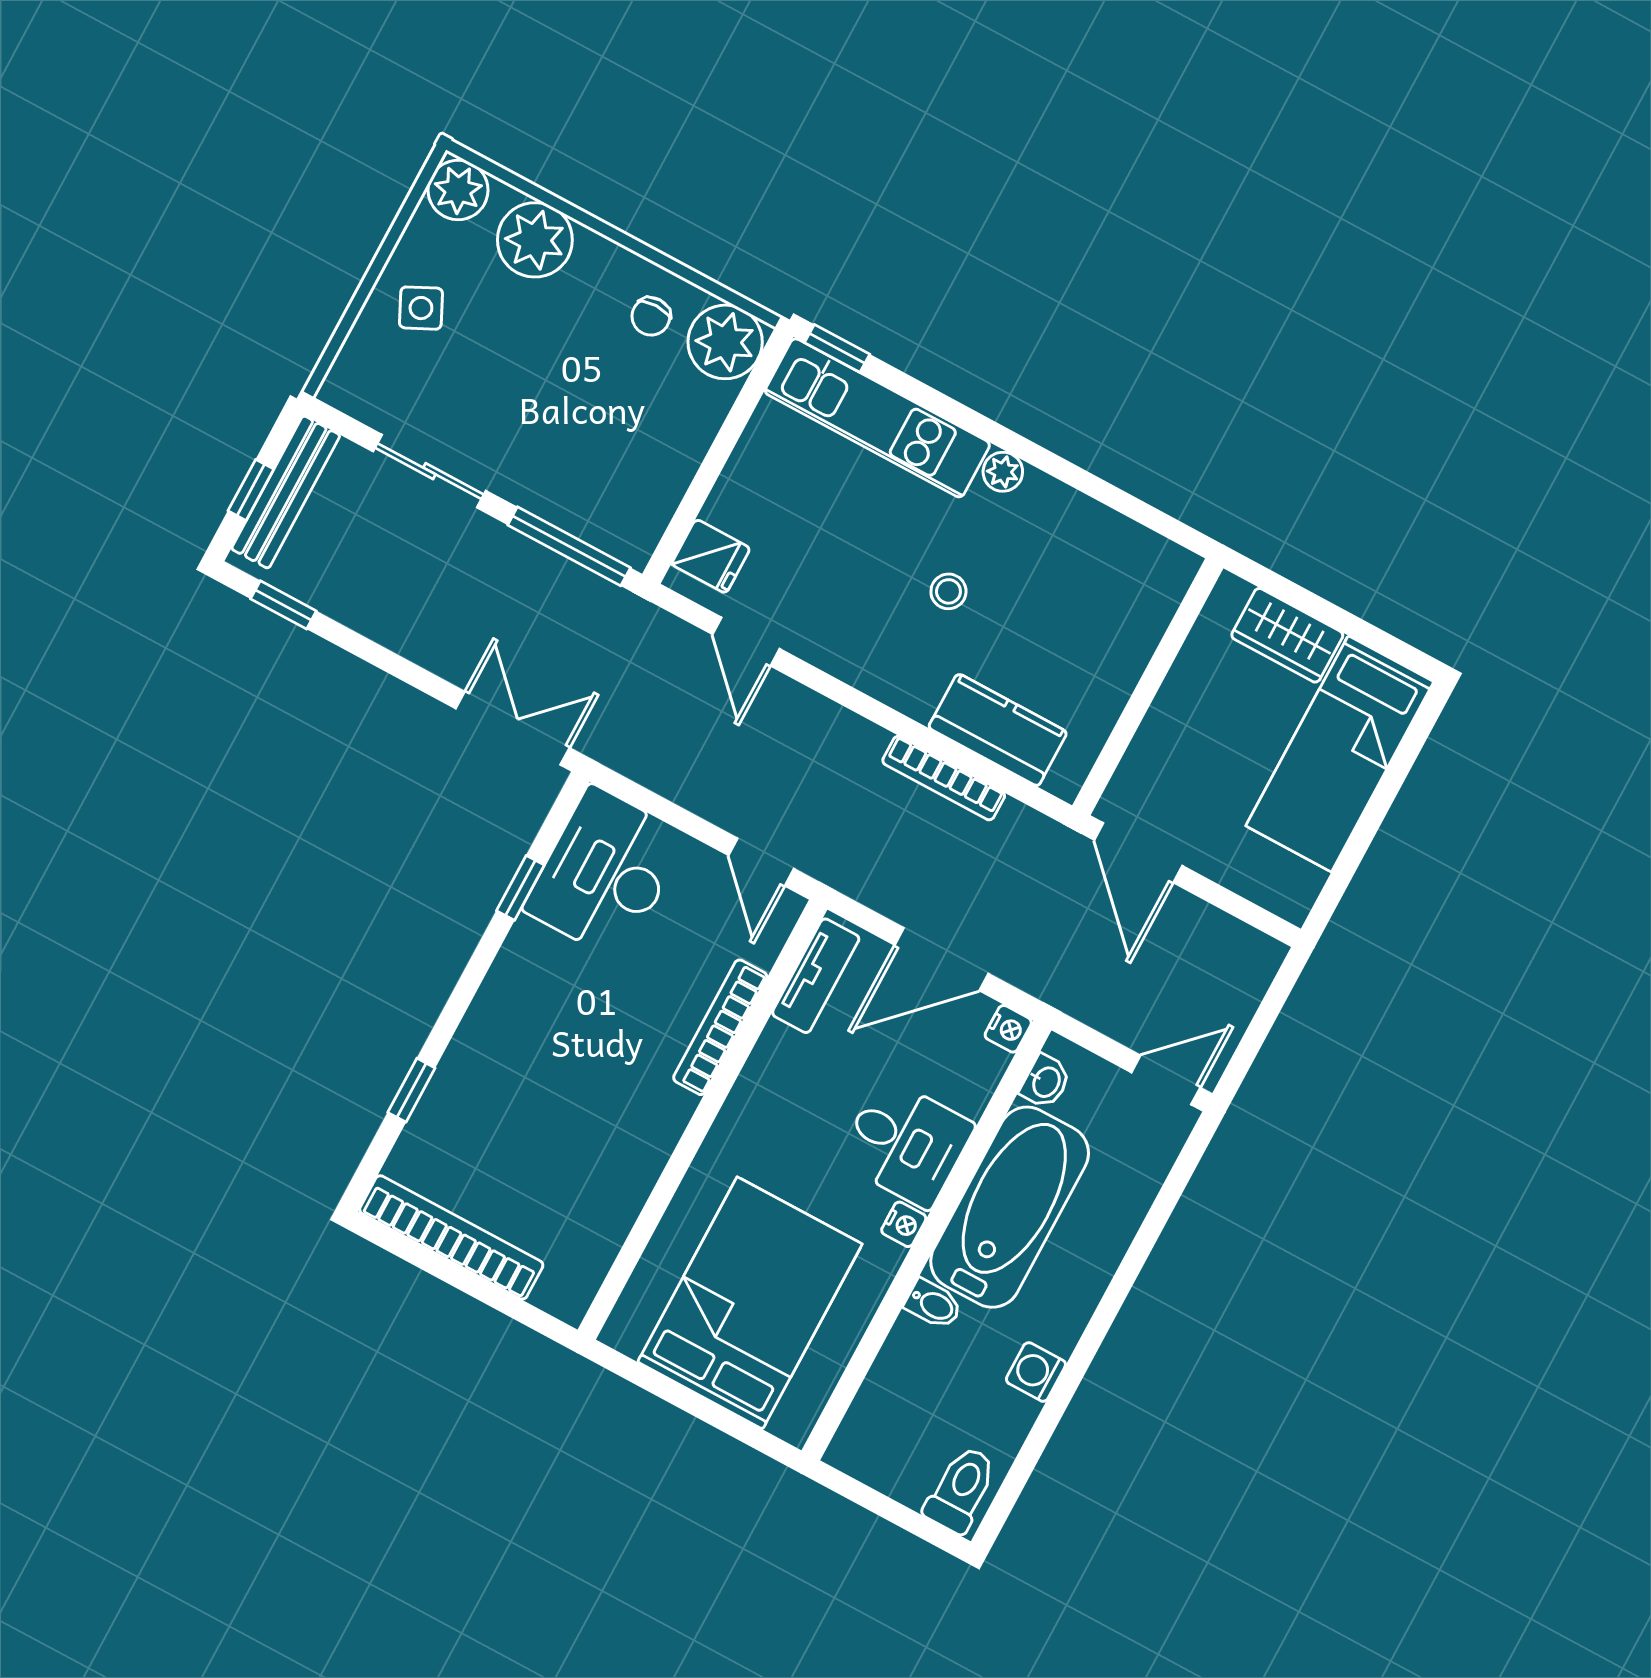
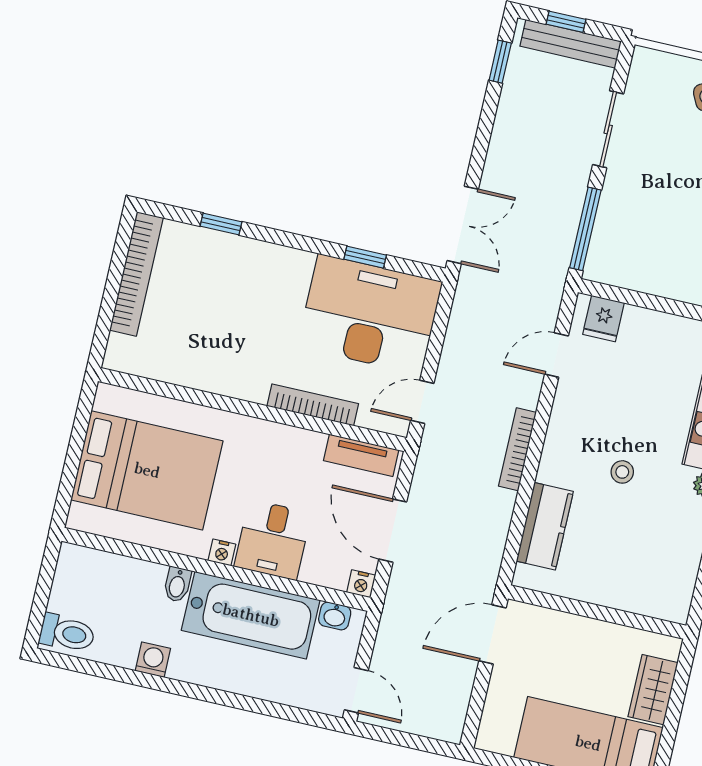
bookcase: (944, 778) -> (517, 449), moved
desk: (605, 873) -> (370, 314), width x1.36, depth x1.30

